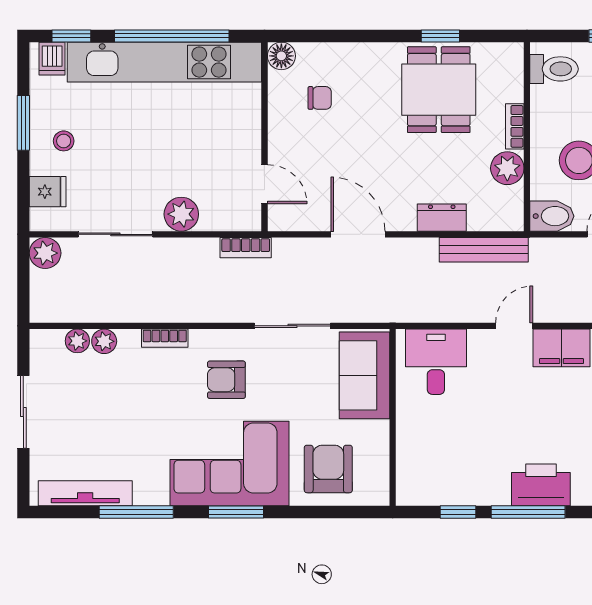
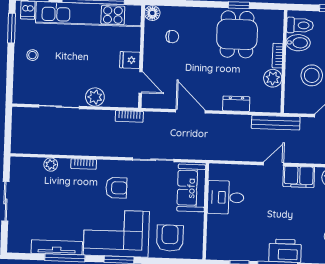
window: (23, 123) -> (12, 28), moved
fridge: (48, 192) -> (130, 60), moved, turned 180
bidet: (552, 216) -> (298, 43), moved
bench: (484, 250) -> (276, 123), moved
plant: (45, 253) -> (20, 116), removed
plant: (77, 341) -> (36, 164), removed
desk: (436, 362) -> (226, 197), moved, turned -90
armchair: (226, 380) -> (116, 188), turned 180
tv unit: (85, 493) -> (57, 247), moved

